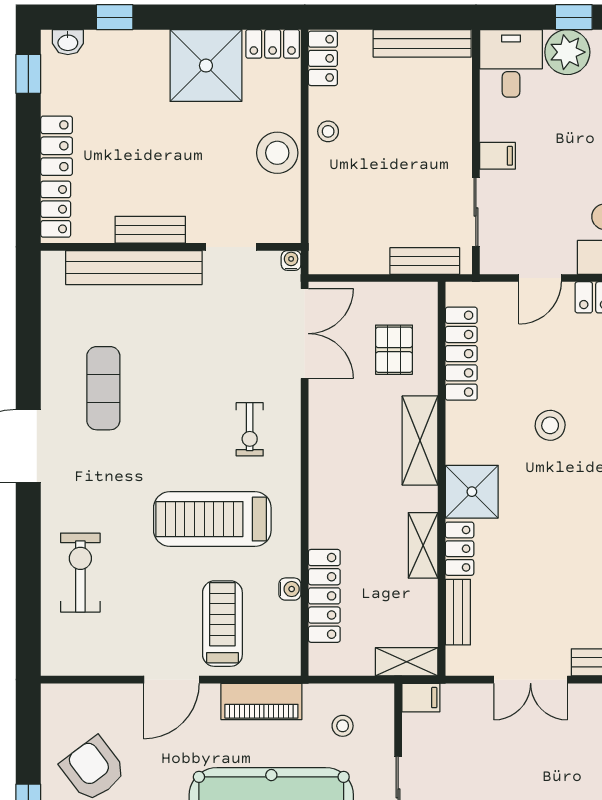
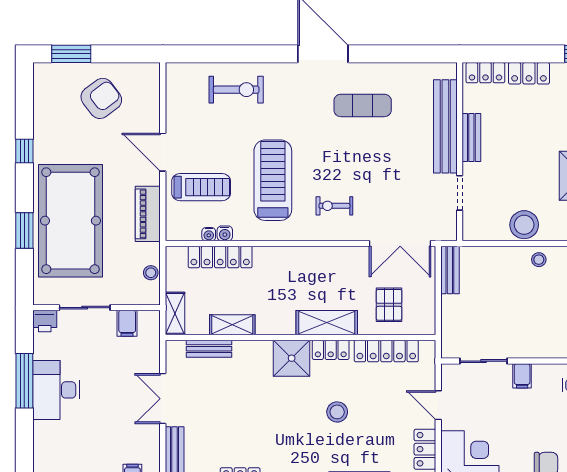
water cooler: (291, 260) -> (209, 234), moved, turned 90
bench: (425, 261) -> (450, 270), moved
pallet: (394, 350) -> (389, 305), turned 90
shelving: (423, 545) -> (232, 325), moved
locker: (460, 549) -> (331, 350), moved
filing cabinet: (421, 698) -> (127, 323), moved
stool: (343, 726) -> (151, 273), moved

